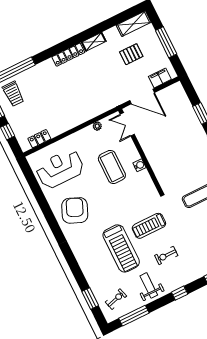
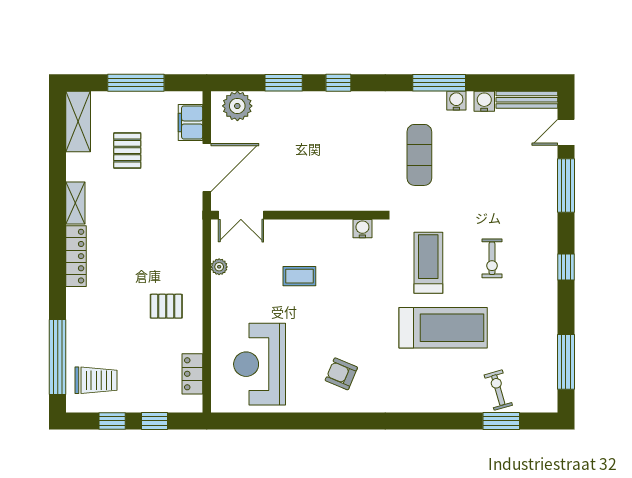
plant: (179, 97) -> (237, 106), added
pallet: (66, 110) -> (166, 306), added
water cooler: (139, 165) -> (362, 229), moved
coffee table: (112, 167) -> (299, 276), width x0.54, depth x0.58
armchair: (75, 210) -> (341, 374), width x0.53, depth x0.53
treadmill: (149, 226) -> (428, 263), turned 180
weight bench: (149, 285) -> (528, 312), removed
exercise bike: (116, 299) -> (498, 390), moved

